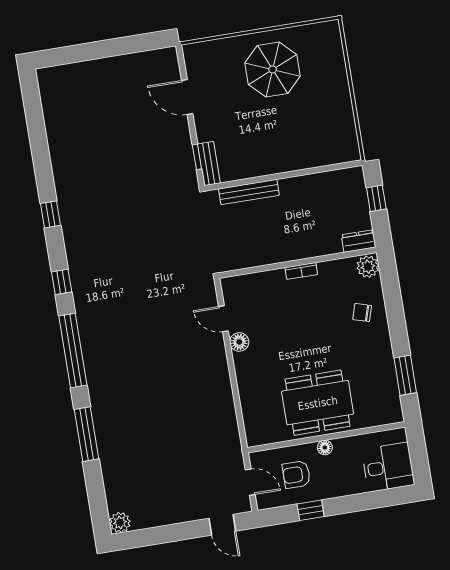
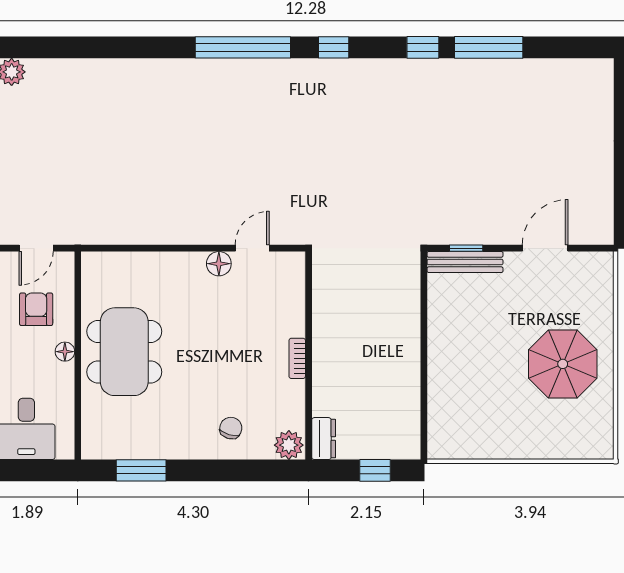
bench: (209, 164) -> (465, 262), width x1.36
bench: (249, 192) -> (410, 308), removed
window: (86, 434) -> (489, 47), moved

